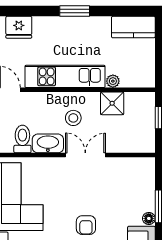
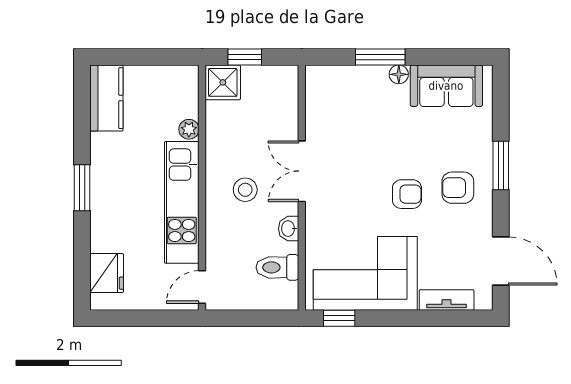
shower: (112, 103) -> (223, 82), moved
washbasin: (48, 143) -> (289, 229), width x0.52, depth x0.69
armchair: (86, 225) -> (407, 194), moved

